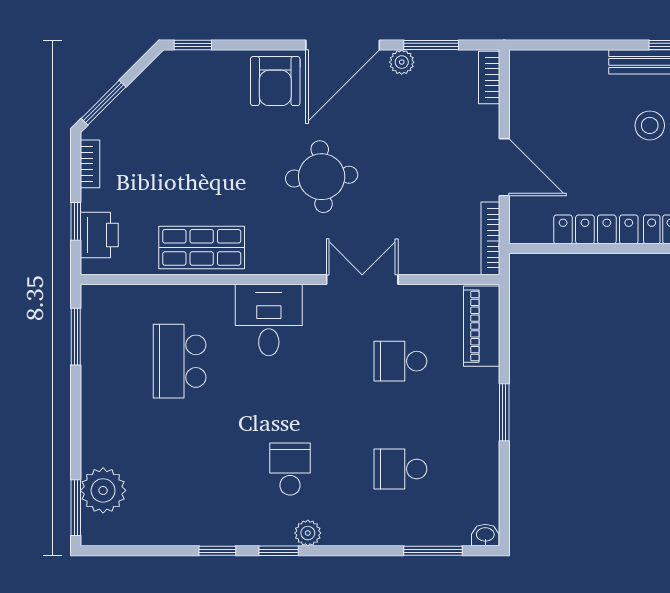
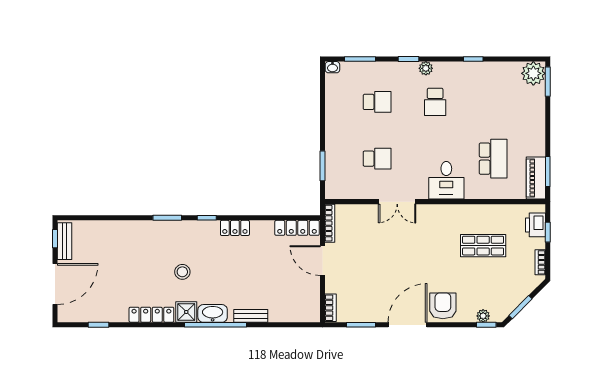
plant: (402, 62) -> (483, 316), moved
window: (104, 103) -> (521, 307), moved
stool: (650, 125) -> (246, 283), removed
round table: (322, 177) -> (419, 256), removed
locker: (596, 229) -> (297, 228), moved
shop shelf: (202, 247) -> (483, 246), moved
piano: (482, 326) -> (536, 178), moved, turned 180
window: (504, 412) -> (322, 166), moved
plant: (103, 490) -> (533, 73), moved
window: (279, 551) -> (409, 59), moved

